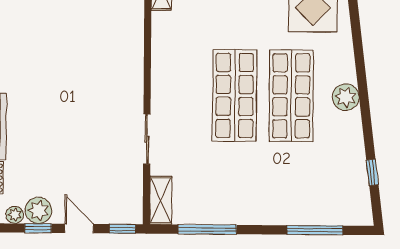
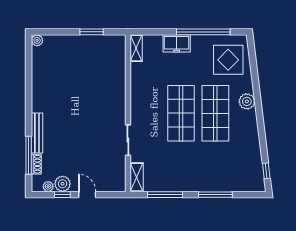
plant: (346, 97) -> (247, 101), moved
window: (372, 172) -> (266, 171), moved
window: (122, 229) -> (114, 195), removed
window: (315, 230) -> (215, 195), moved

